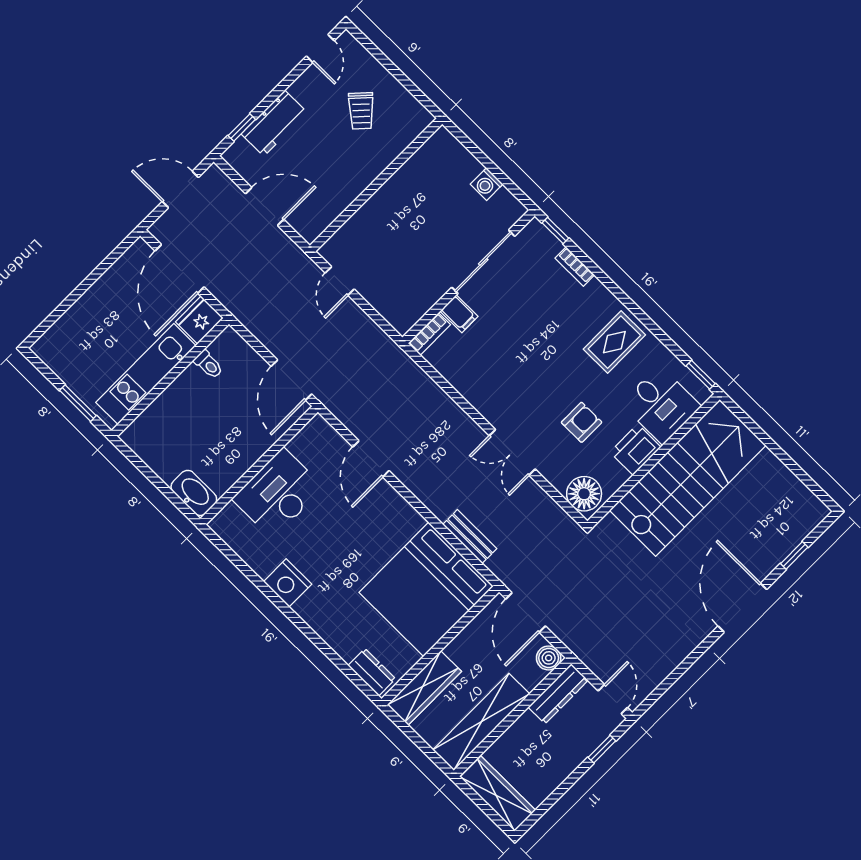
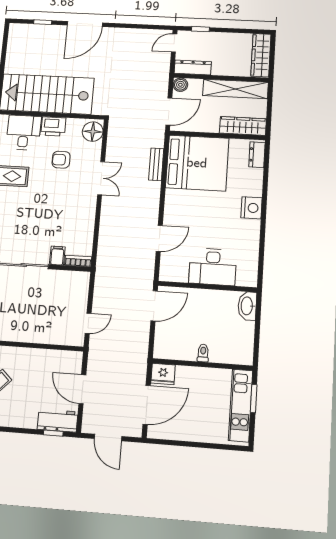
workbench: (274, 123) -> (58, 421), moved
toilet: (208, 364) -> (203, 353), moved
kitchen unit: (146, 374) -> (241, 405), moved, turned 90
nightstand: (288, 583) -> (251, 208), moved

